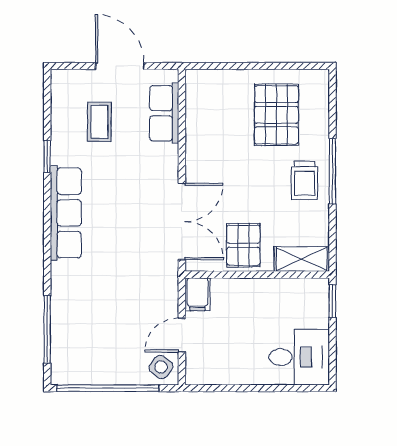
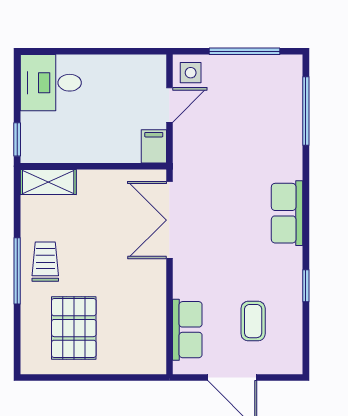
row of seats: (66, 213) -> (287, 213), width x0.68
pallet: (243, 245) -> (107, 196), removed
side table: (161, 367) -> (191, 73), turned -37
window: (108, 388) -> (244, 51), width x0.68

